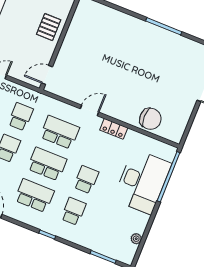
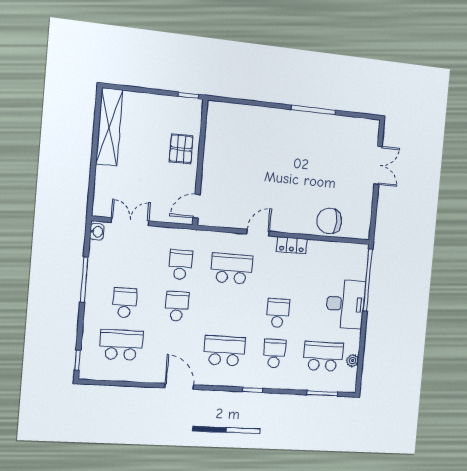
chair: (150, 119) -> (329, 221), turned 180
school desk: (47, 164) -> (323, 356), moved
desk: (142, 182) -> (345, 304), width x0.73, depth x0.77

